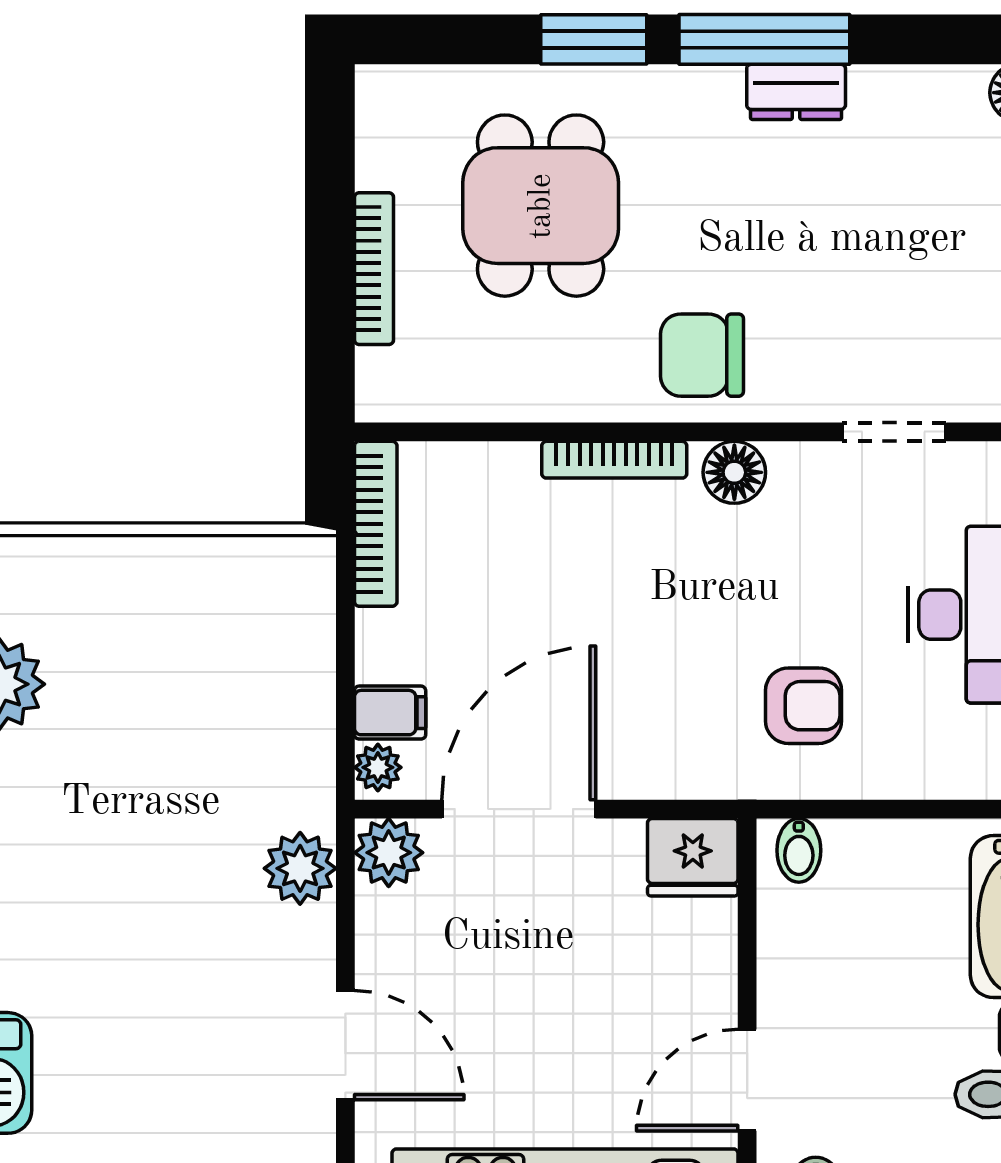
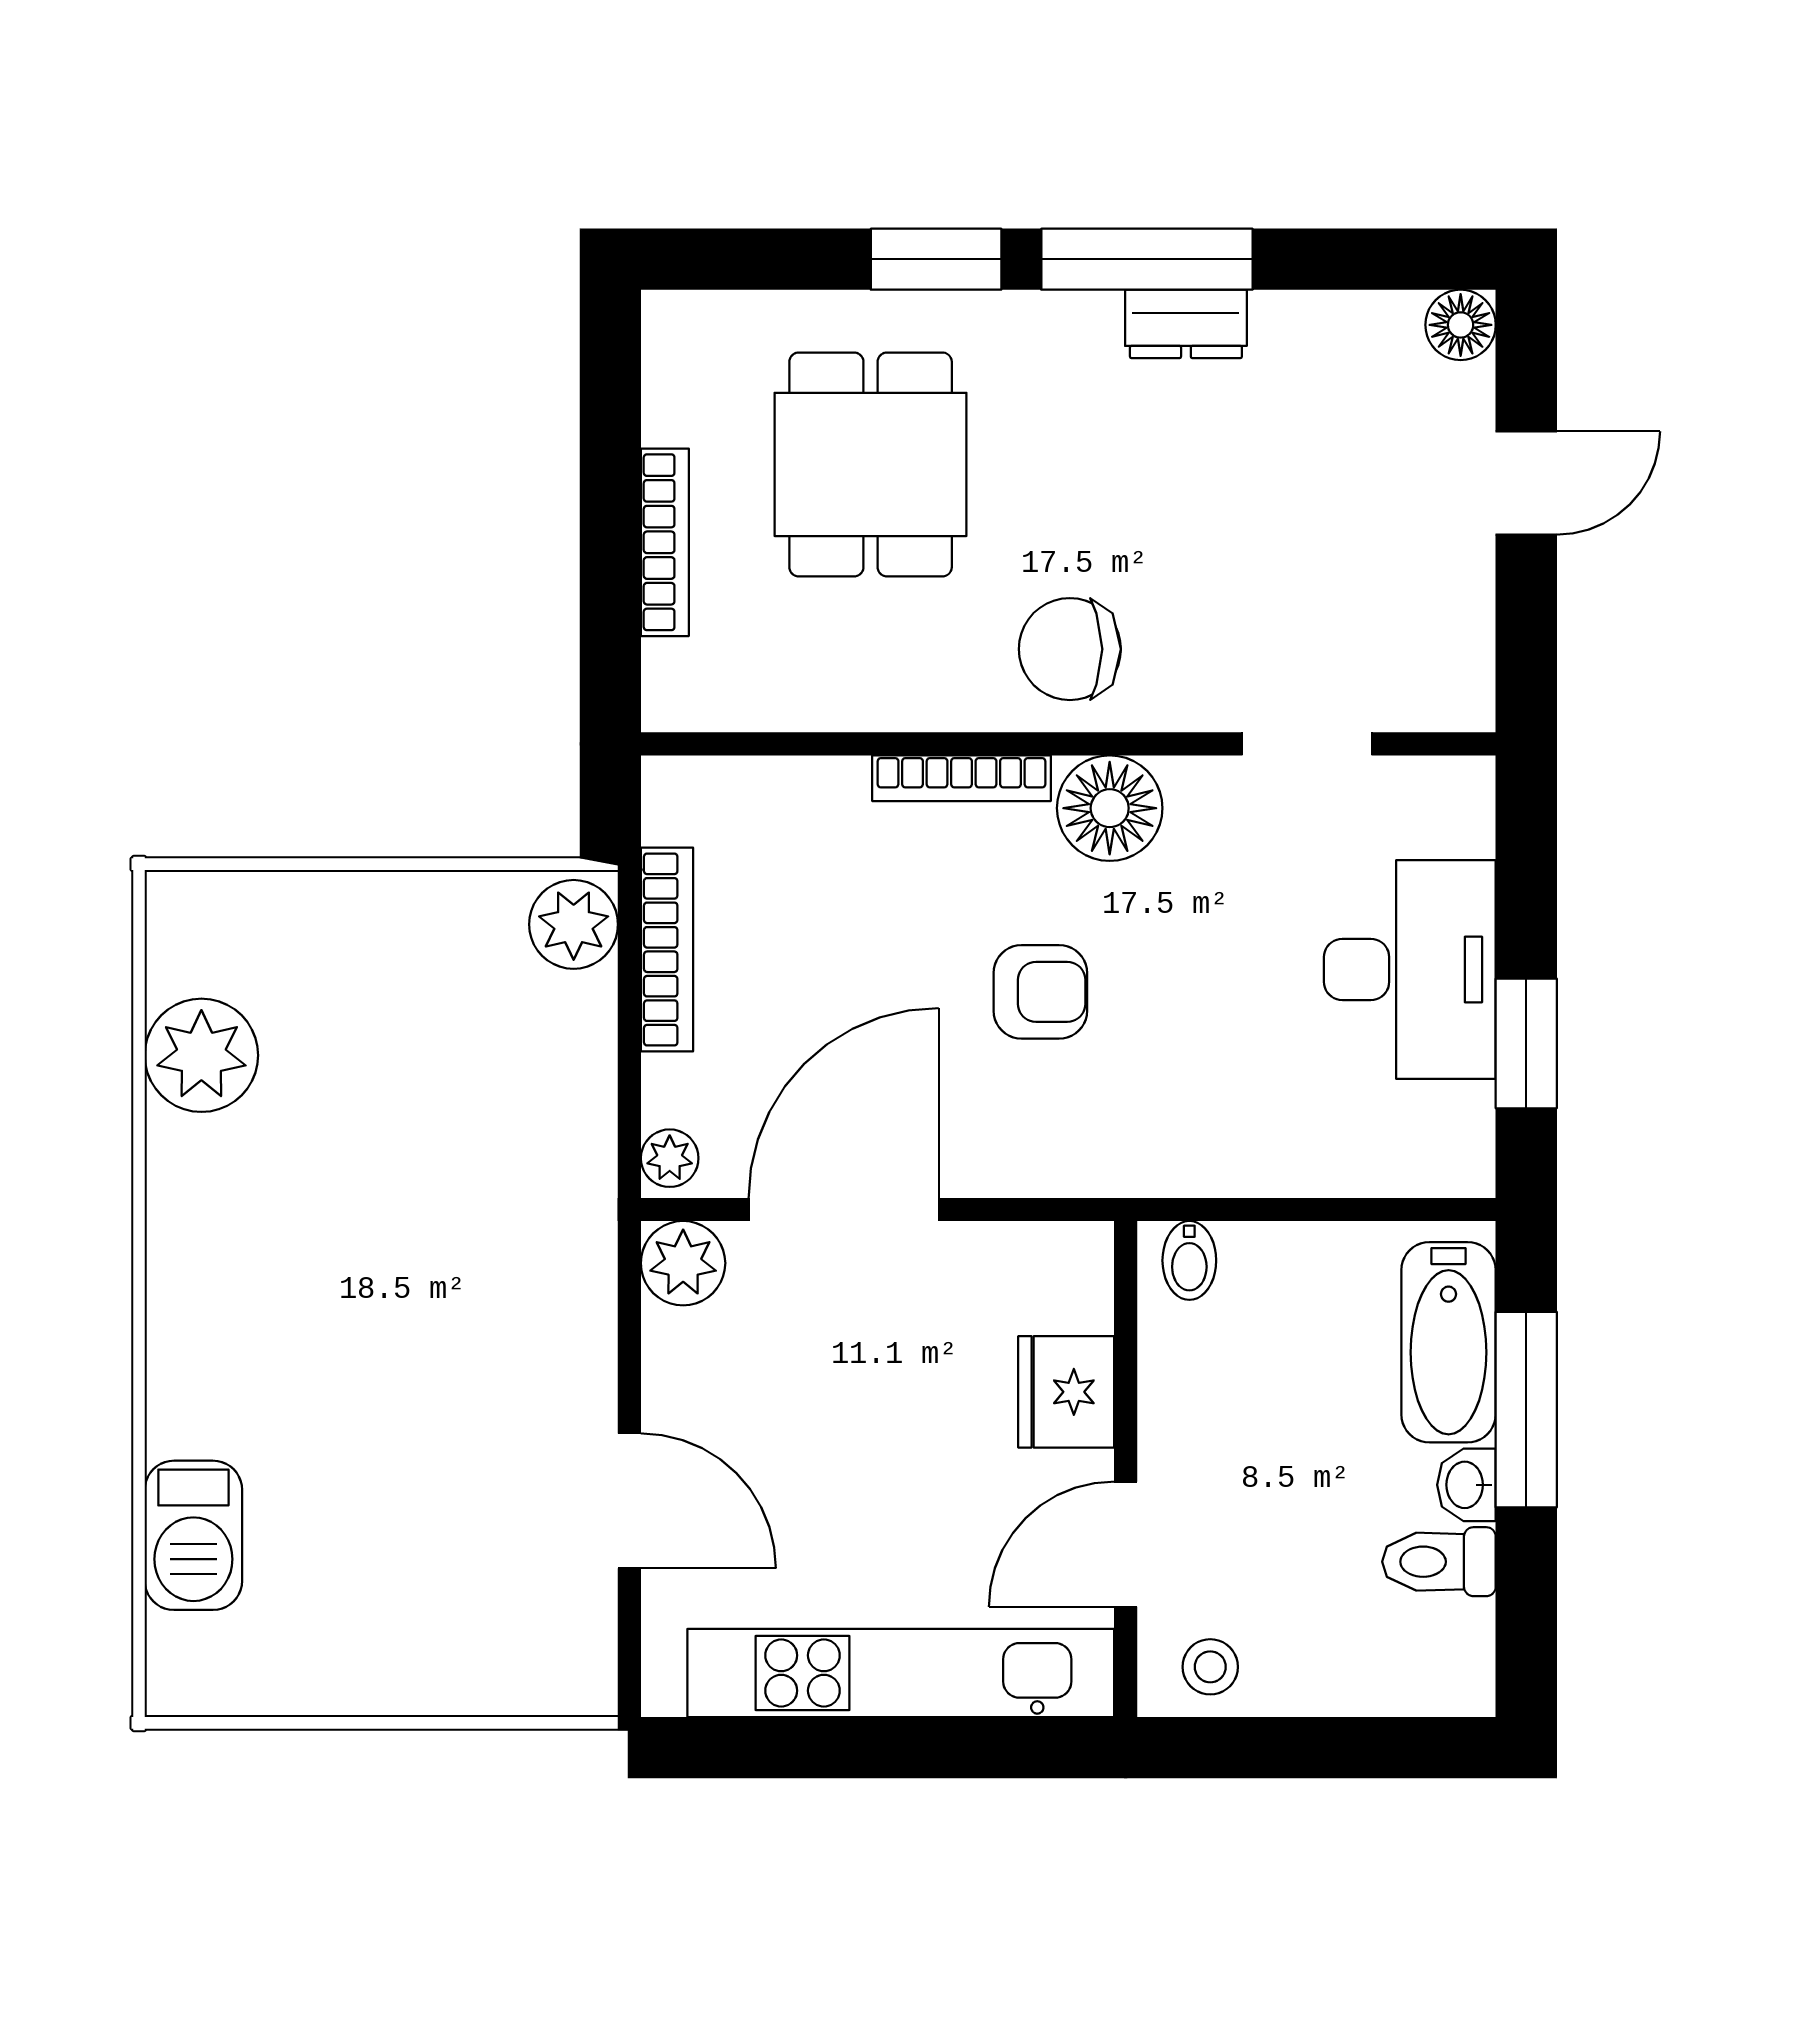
floor lamp: (734, 472) -> (1110, 808), width x1.38, depth x1.38
bookcase: (376, 524) -> (667, 950), moved
armchair: (804, 706) -> (1040, 992), moved
filing cabinet: (390, 713) -> (685, 1090), removed
fridge: (693, 857) -> (1066, 1392), moved, turned 90
plant: (300, 868) -> (574, 924), moved

